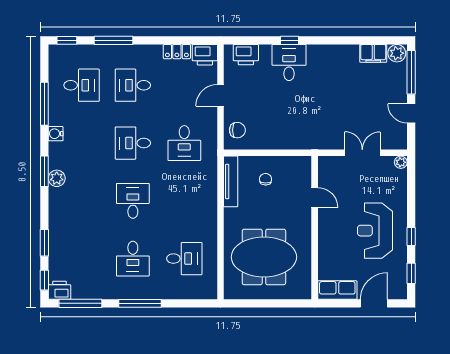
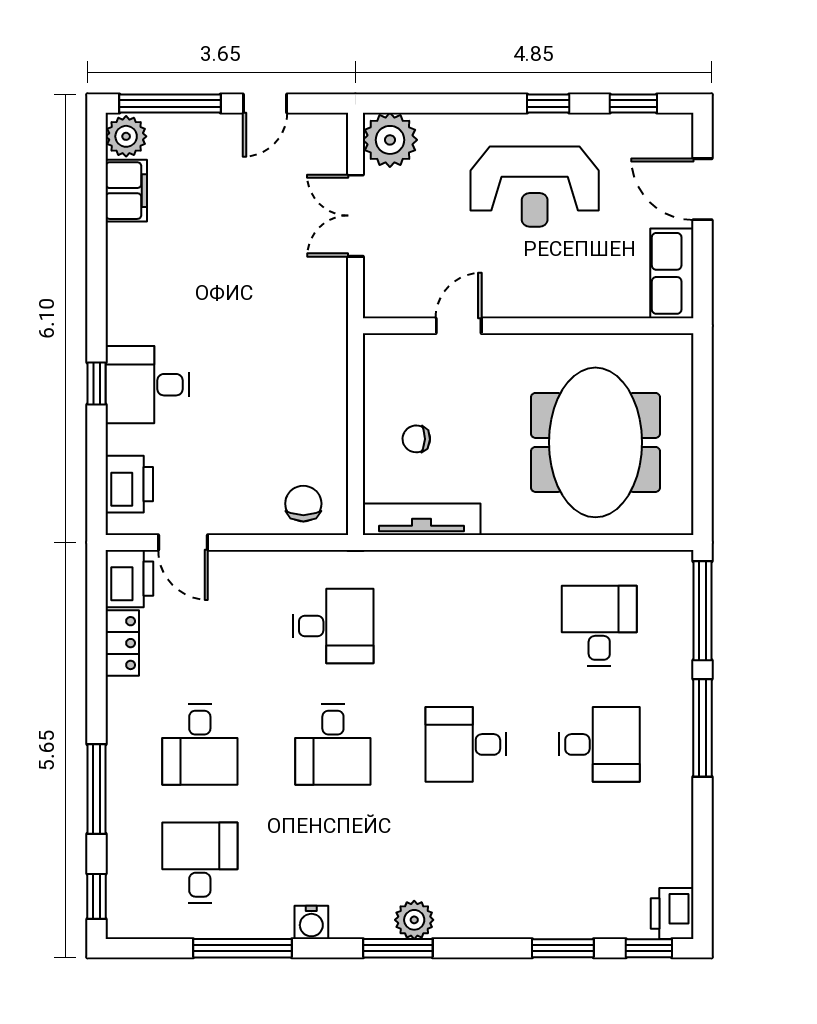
door: (221, 95) -> (183, 542), moved
plant: (401, 162) -> (390, 140), width x1.88, depth x1.88
window: (80, 303) -> (703, 611), moved

